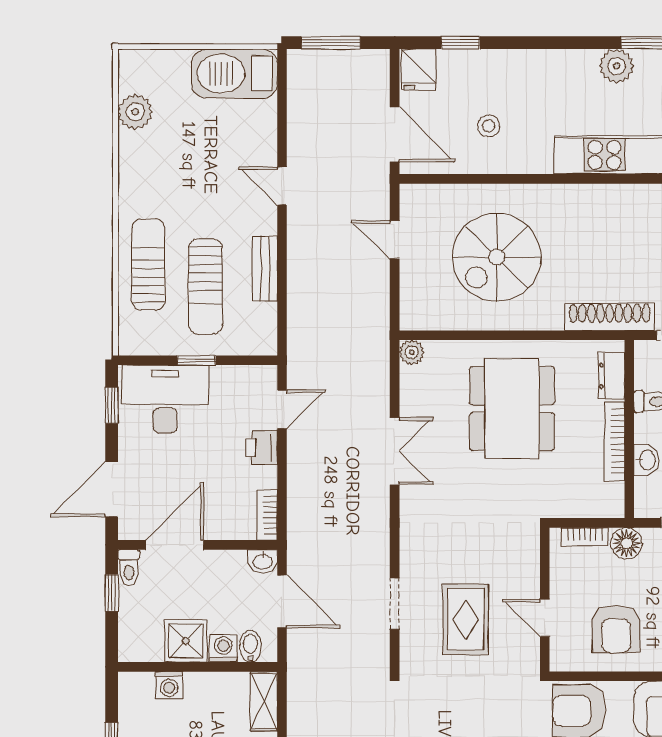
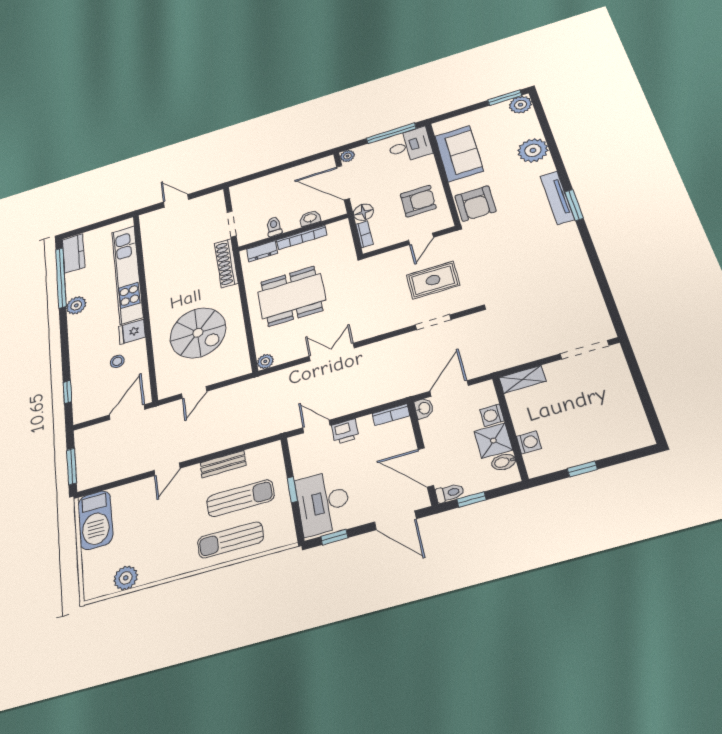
fridge: (418, 70) -> (132, 332), moved, turned 180
bidet: (250, 646) -> (504, 462), moved

